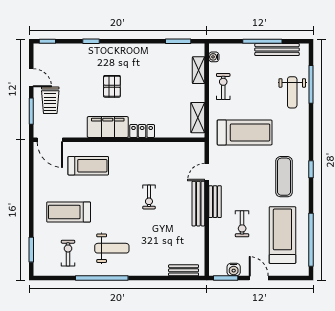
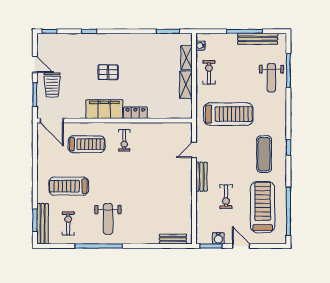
pallet: (112, 86) -> (108, 72), turned 90
shelving: (198, 118) -> (186, 85), moved
exercise bike: (149, 197) -> (124, 140), moved
bench: (198, 204) -> (43, 224), moved
weight bench: (112, 248) -> (108, 219), turned 90

